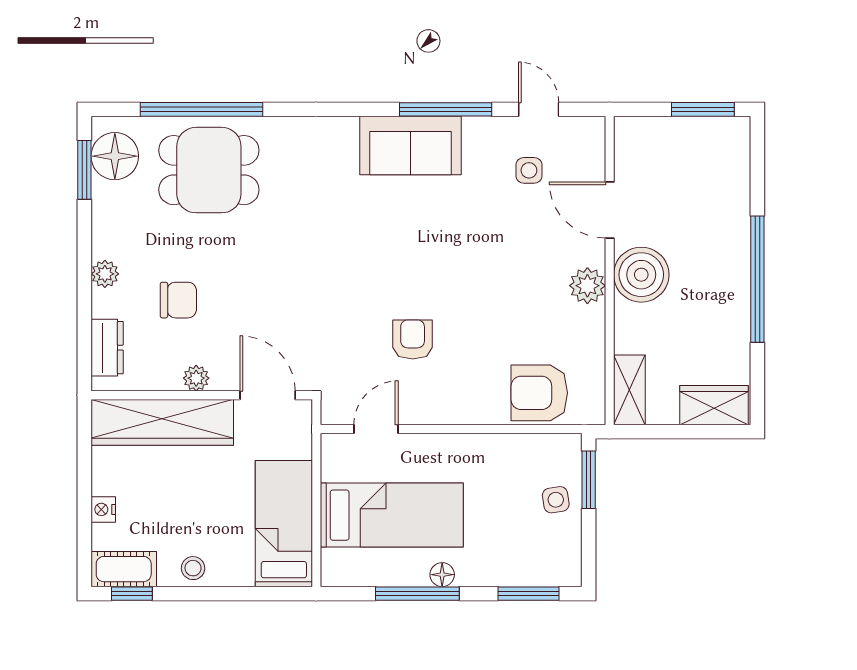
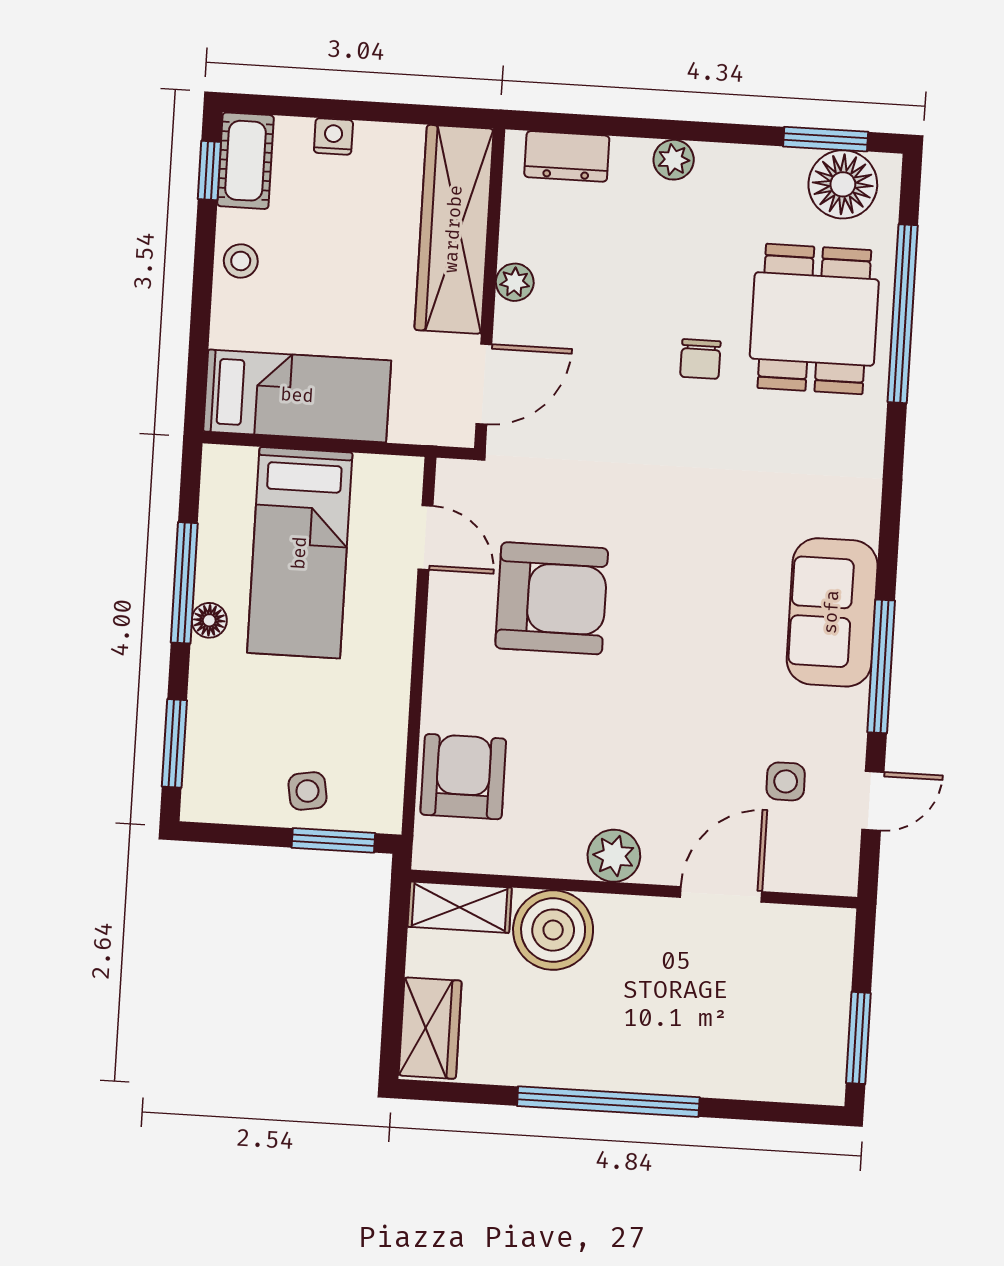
boiler: (641, 275) -> (553, 930), moved
chair: (178, 300) -> (700, 359), moved, width x0.73, depth x0.73
armchair: (413, 339) -> (552, 598), width x1.88, depth x1.88

